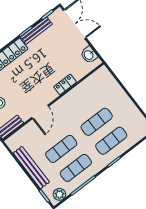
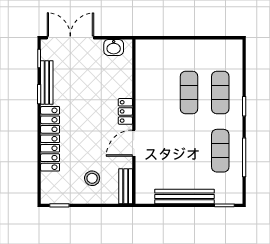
locker: (65, 84) -> (125, 111), moved
door: (40, 112) -> (134, 143), swing flipped
exercise mat: (61, 149) -> (189, 151), removed
plant: (59, 194) -> (235, 189), removed

